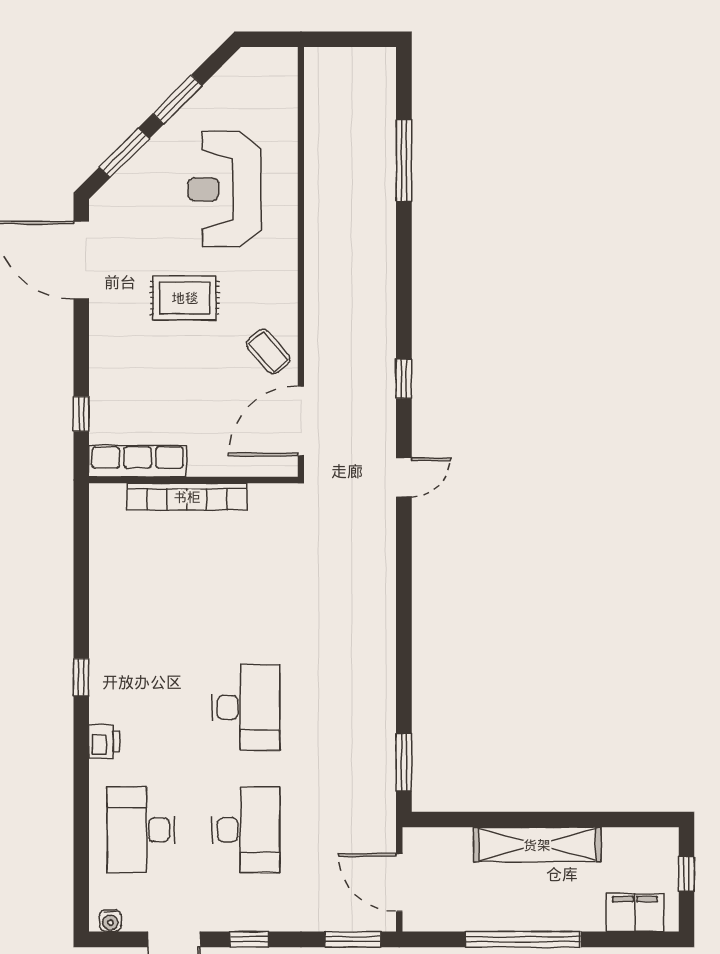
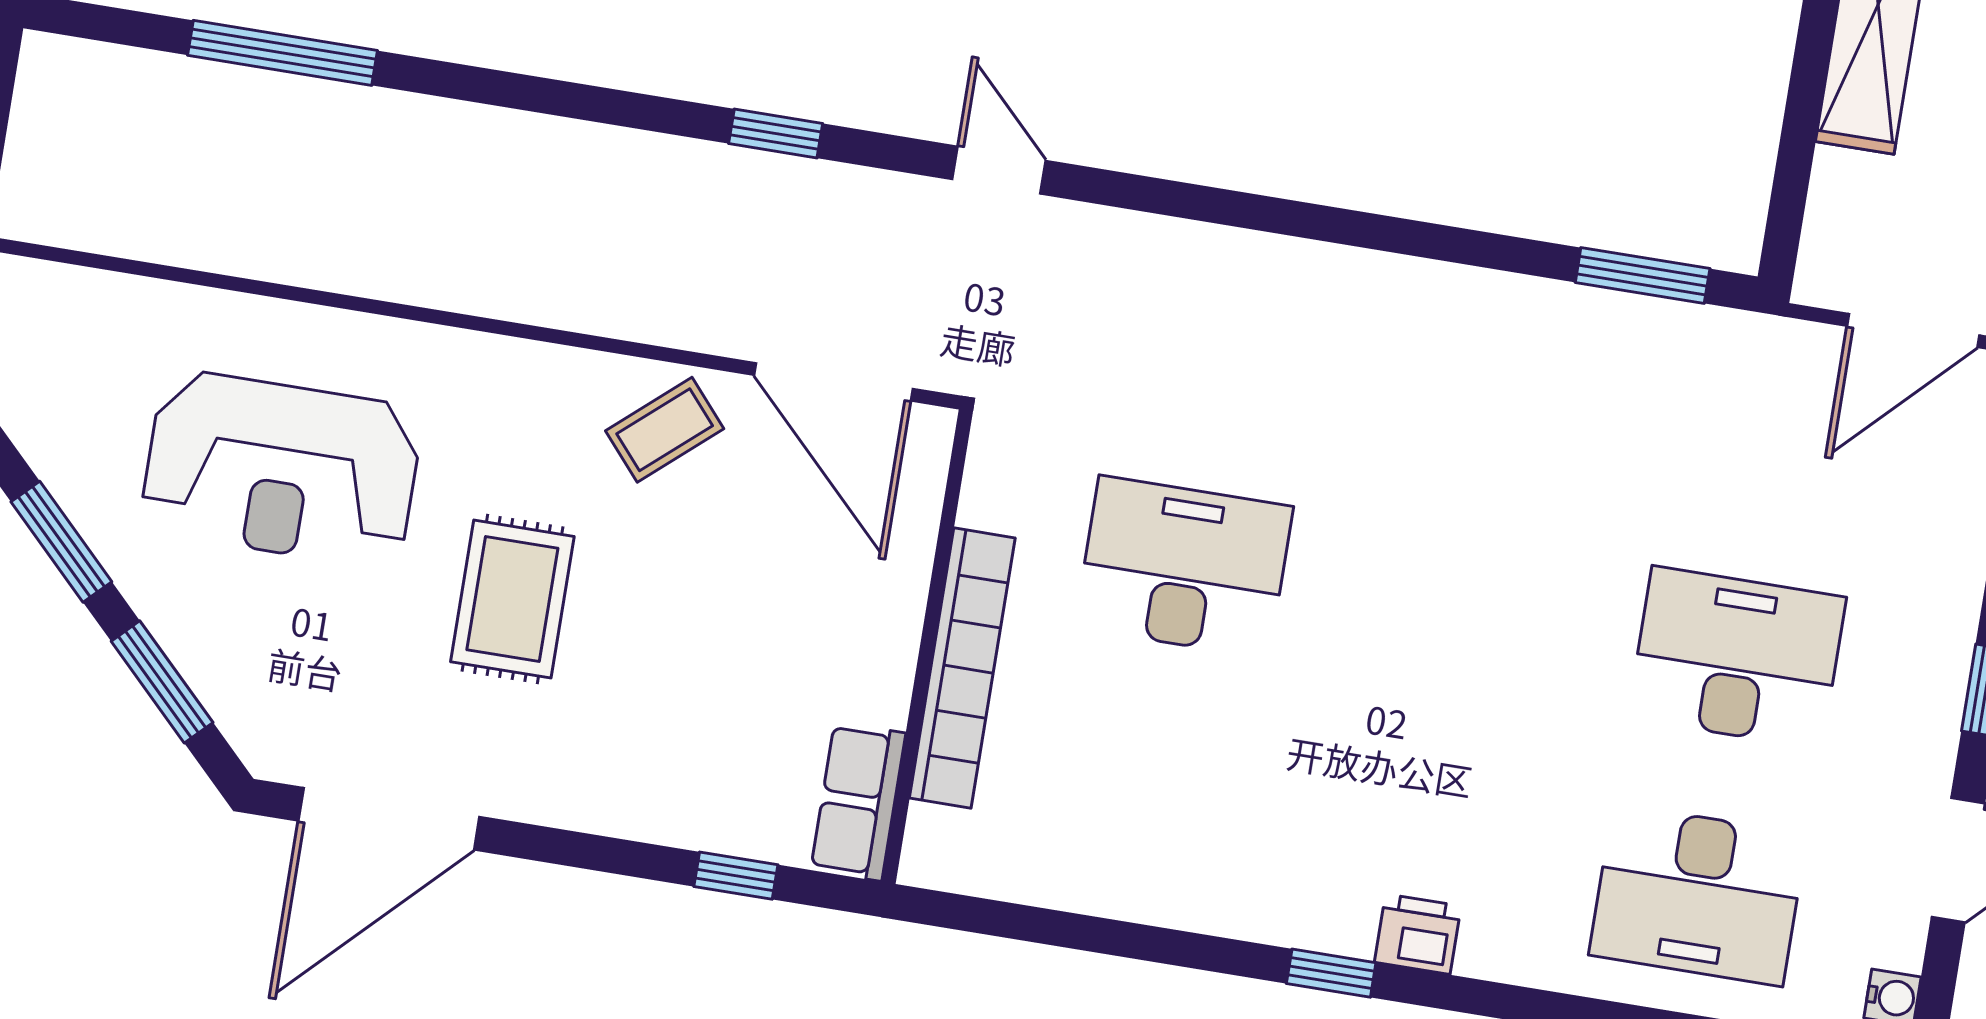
row of seats: (138, 461) -> (858, 801), width x0.68
desk: (246, 707) -> (1184, 567), moved
printer: (104, 742) -> (1418, 934), moved

